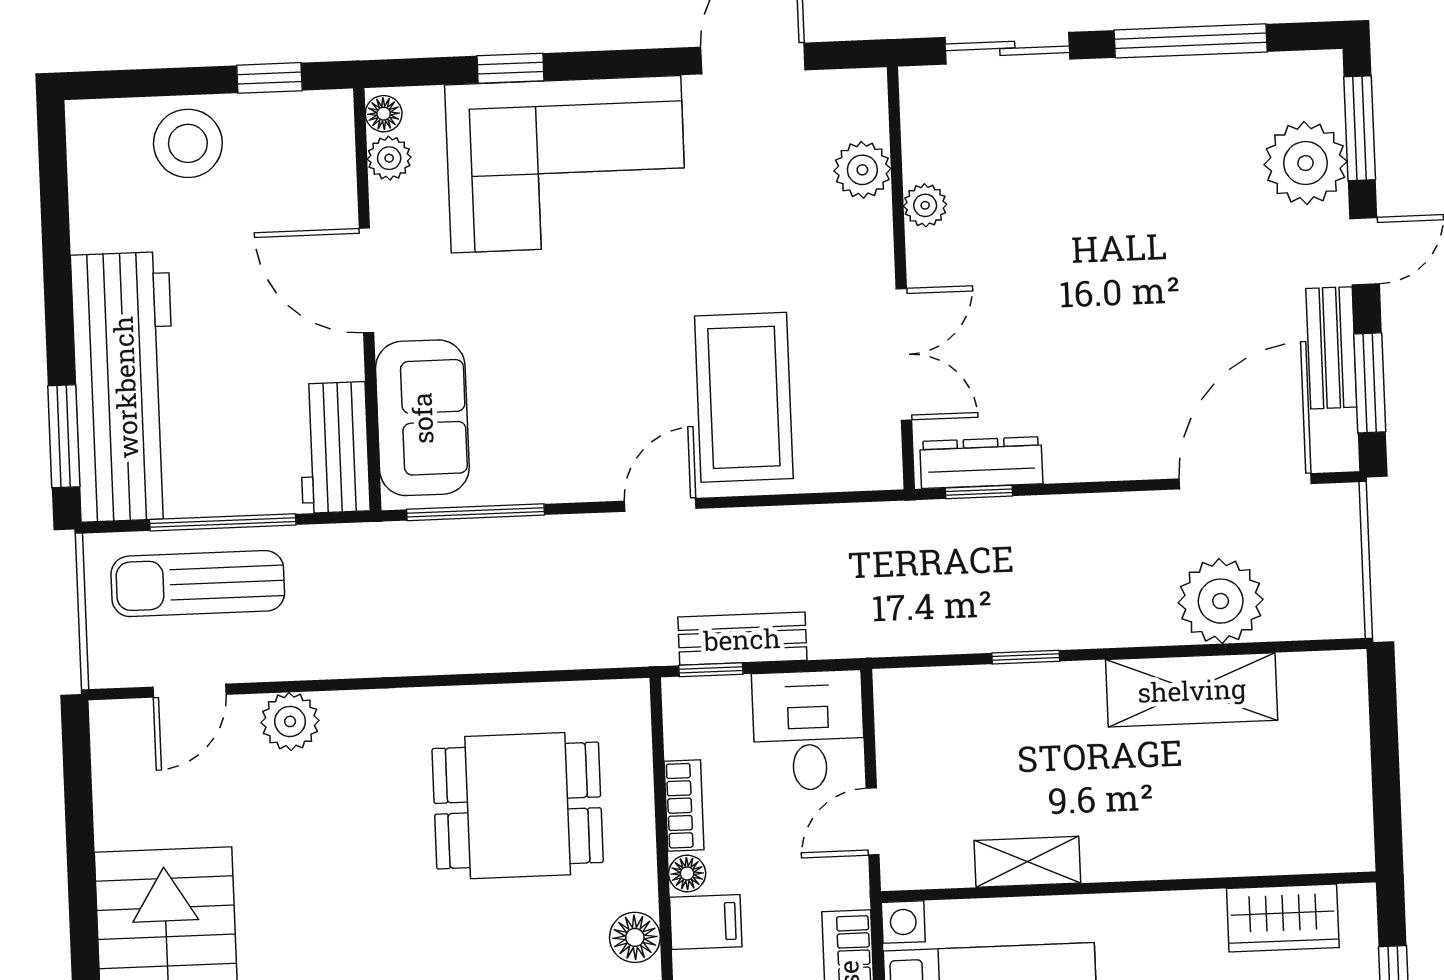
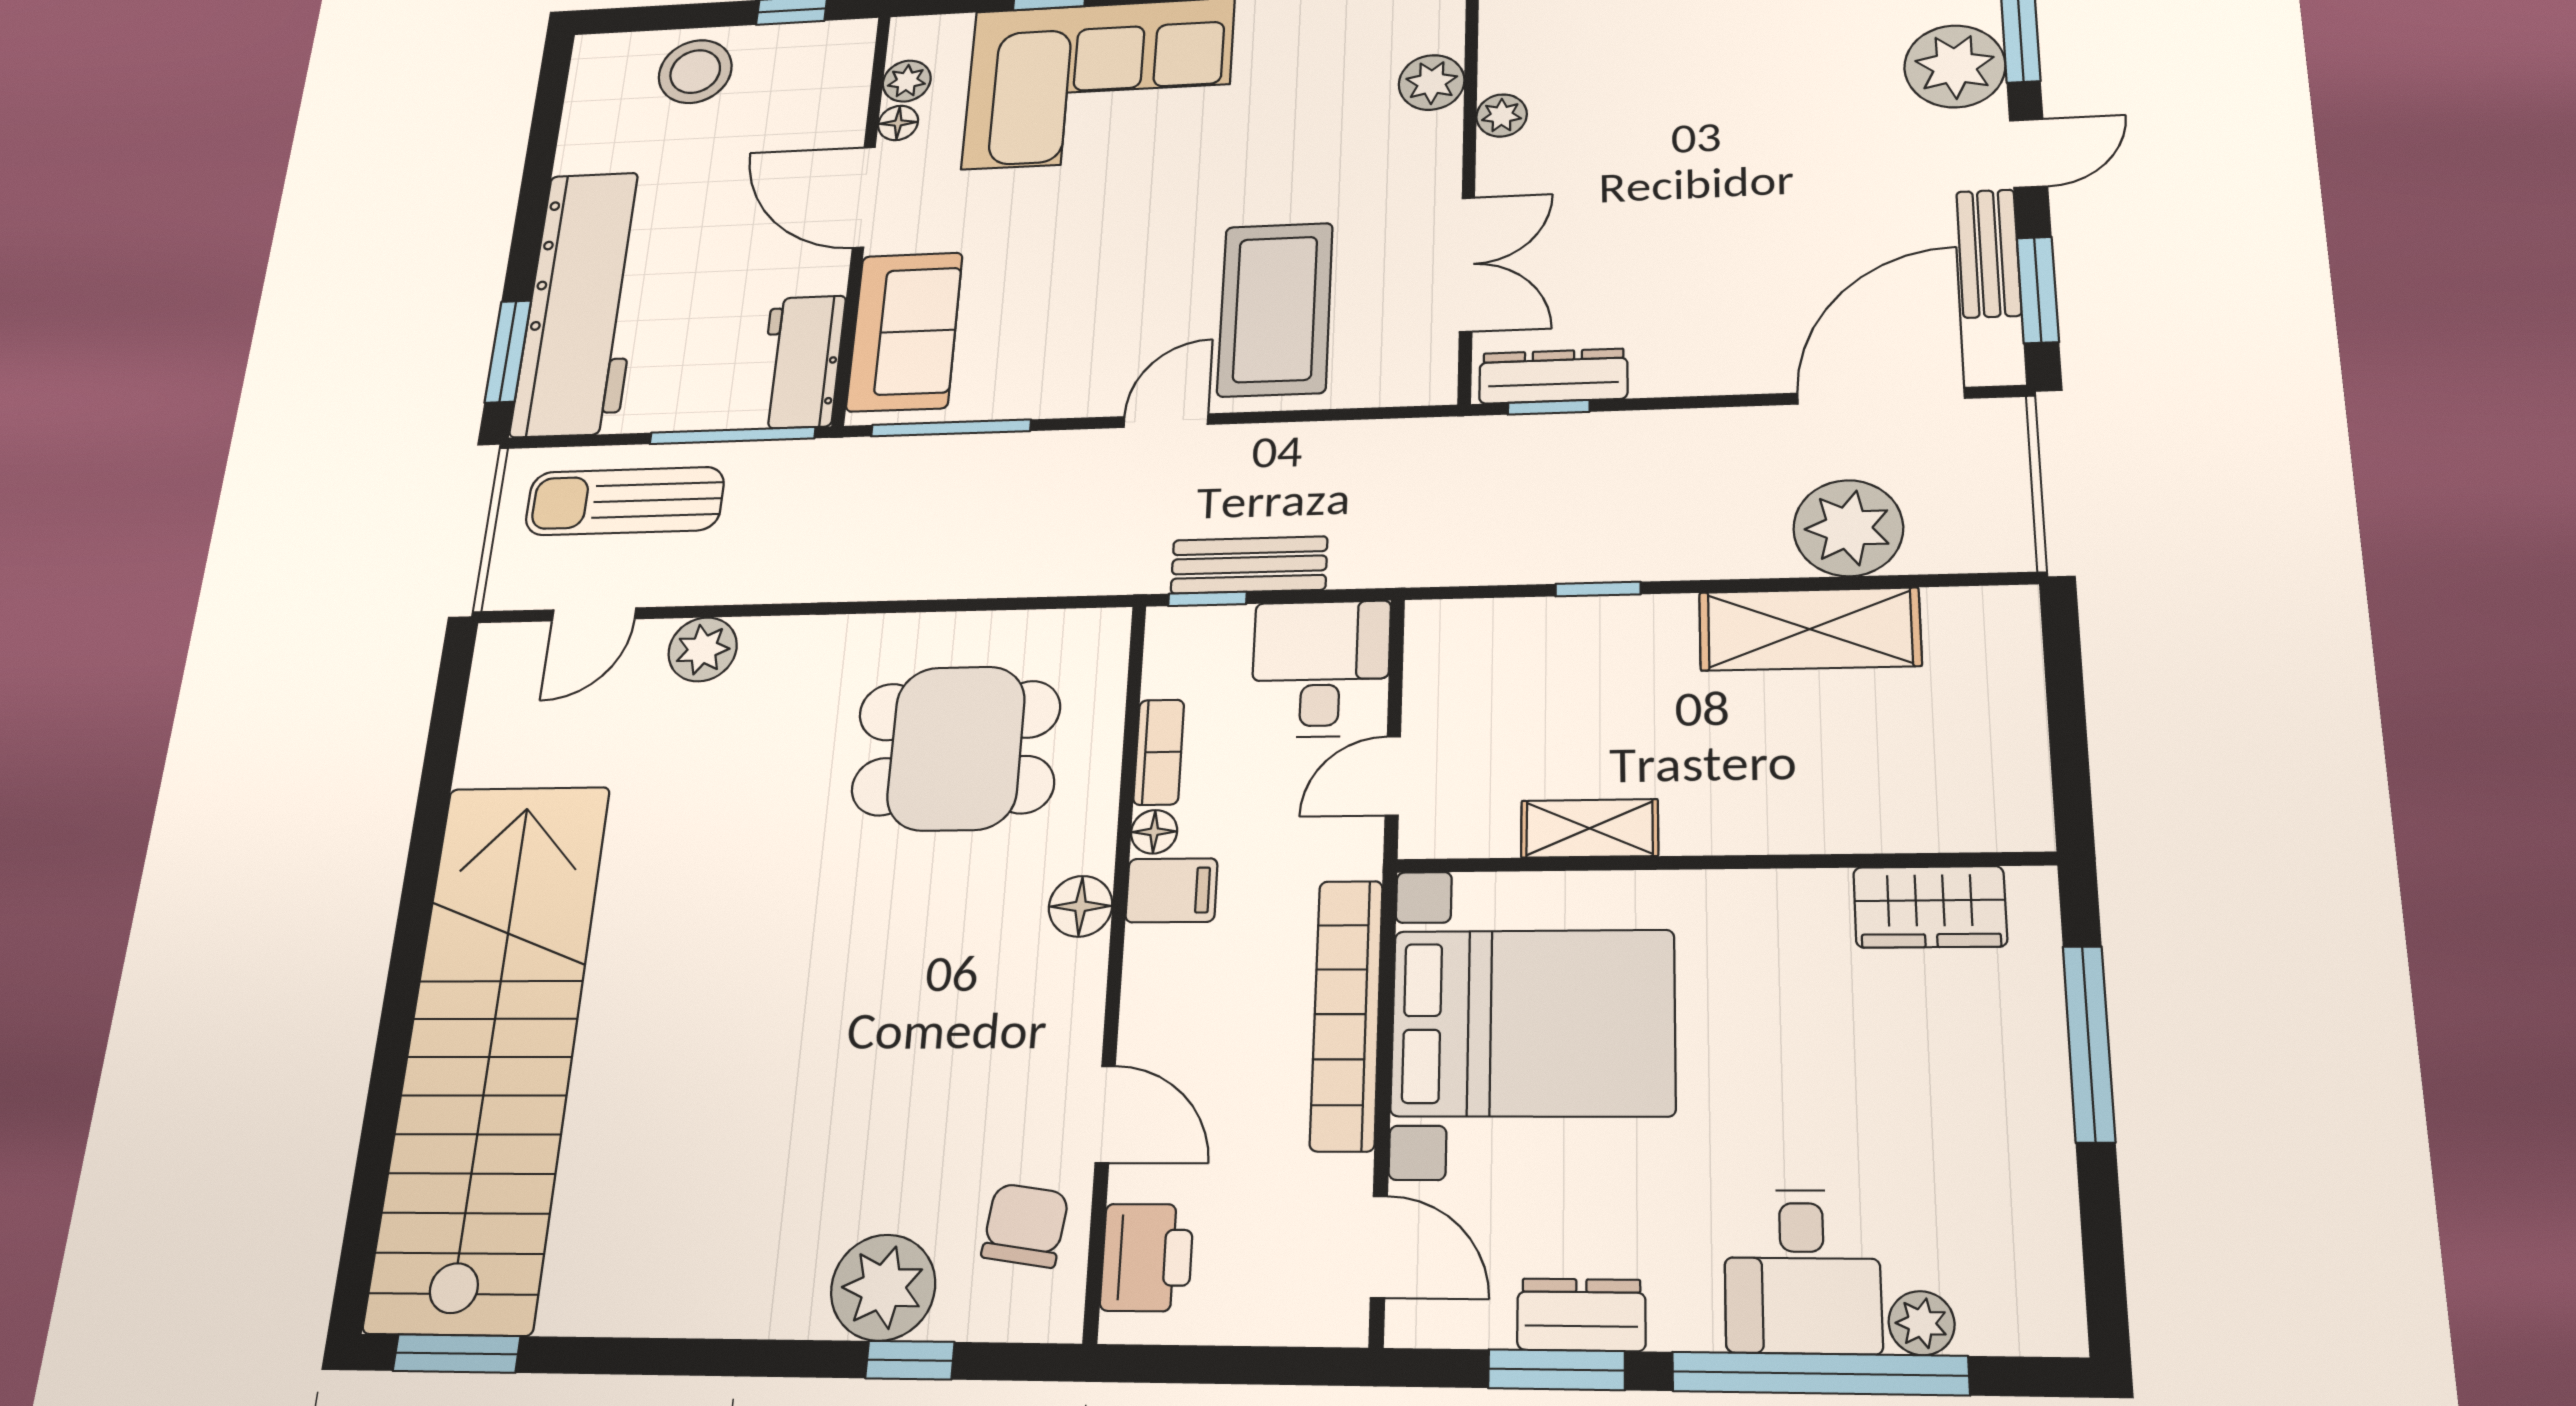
floor lamp: (384, 114) -> (898, 123), moved
window: (223, 522) -> (732, 436), moved

